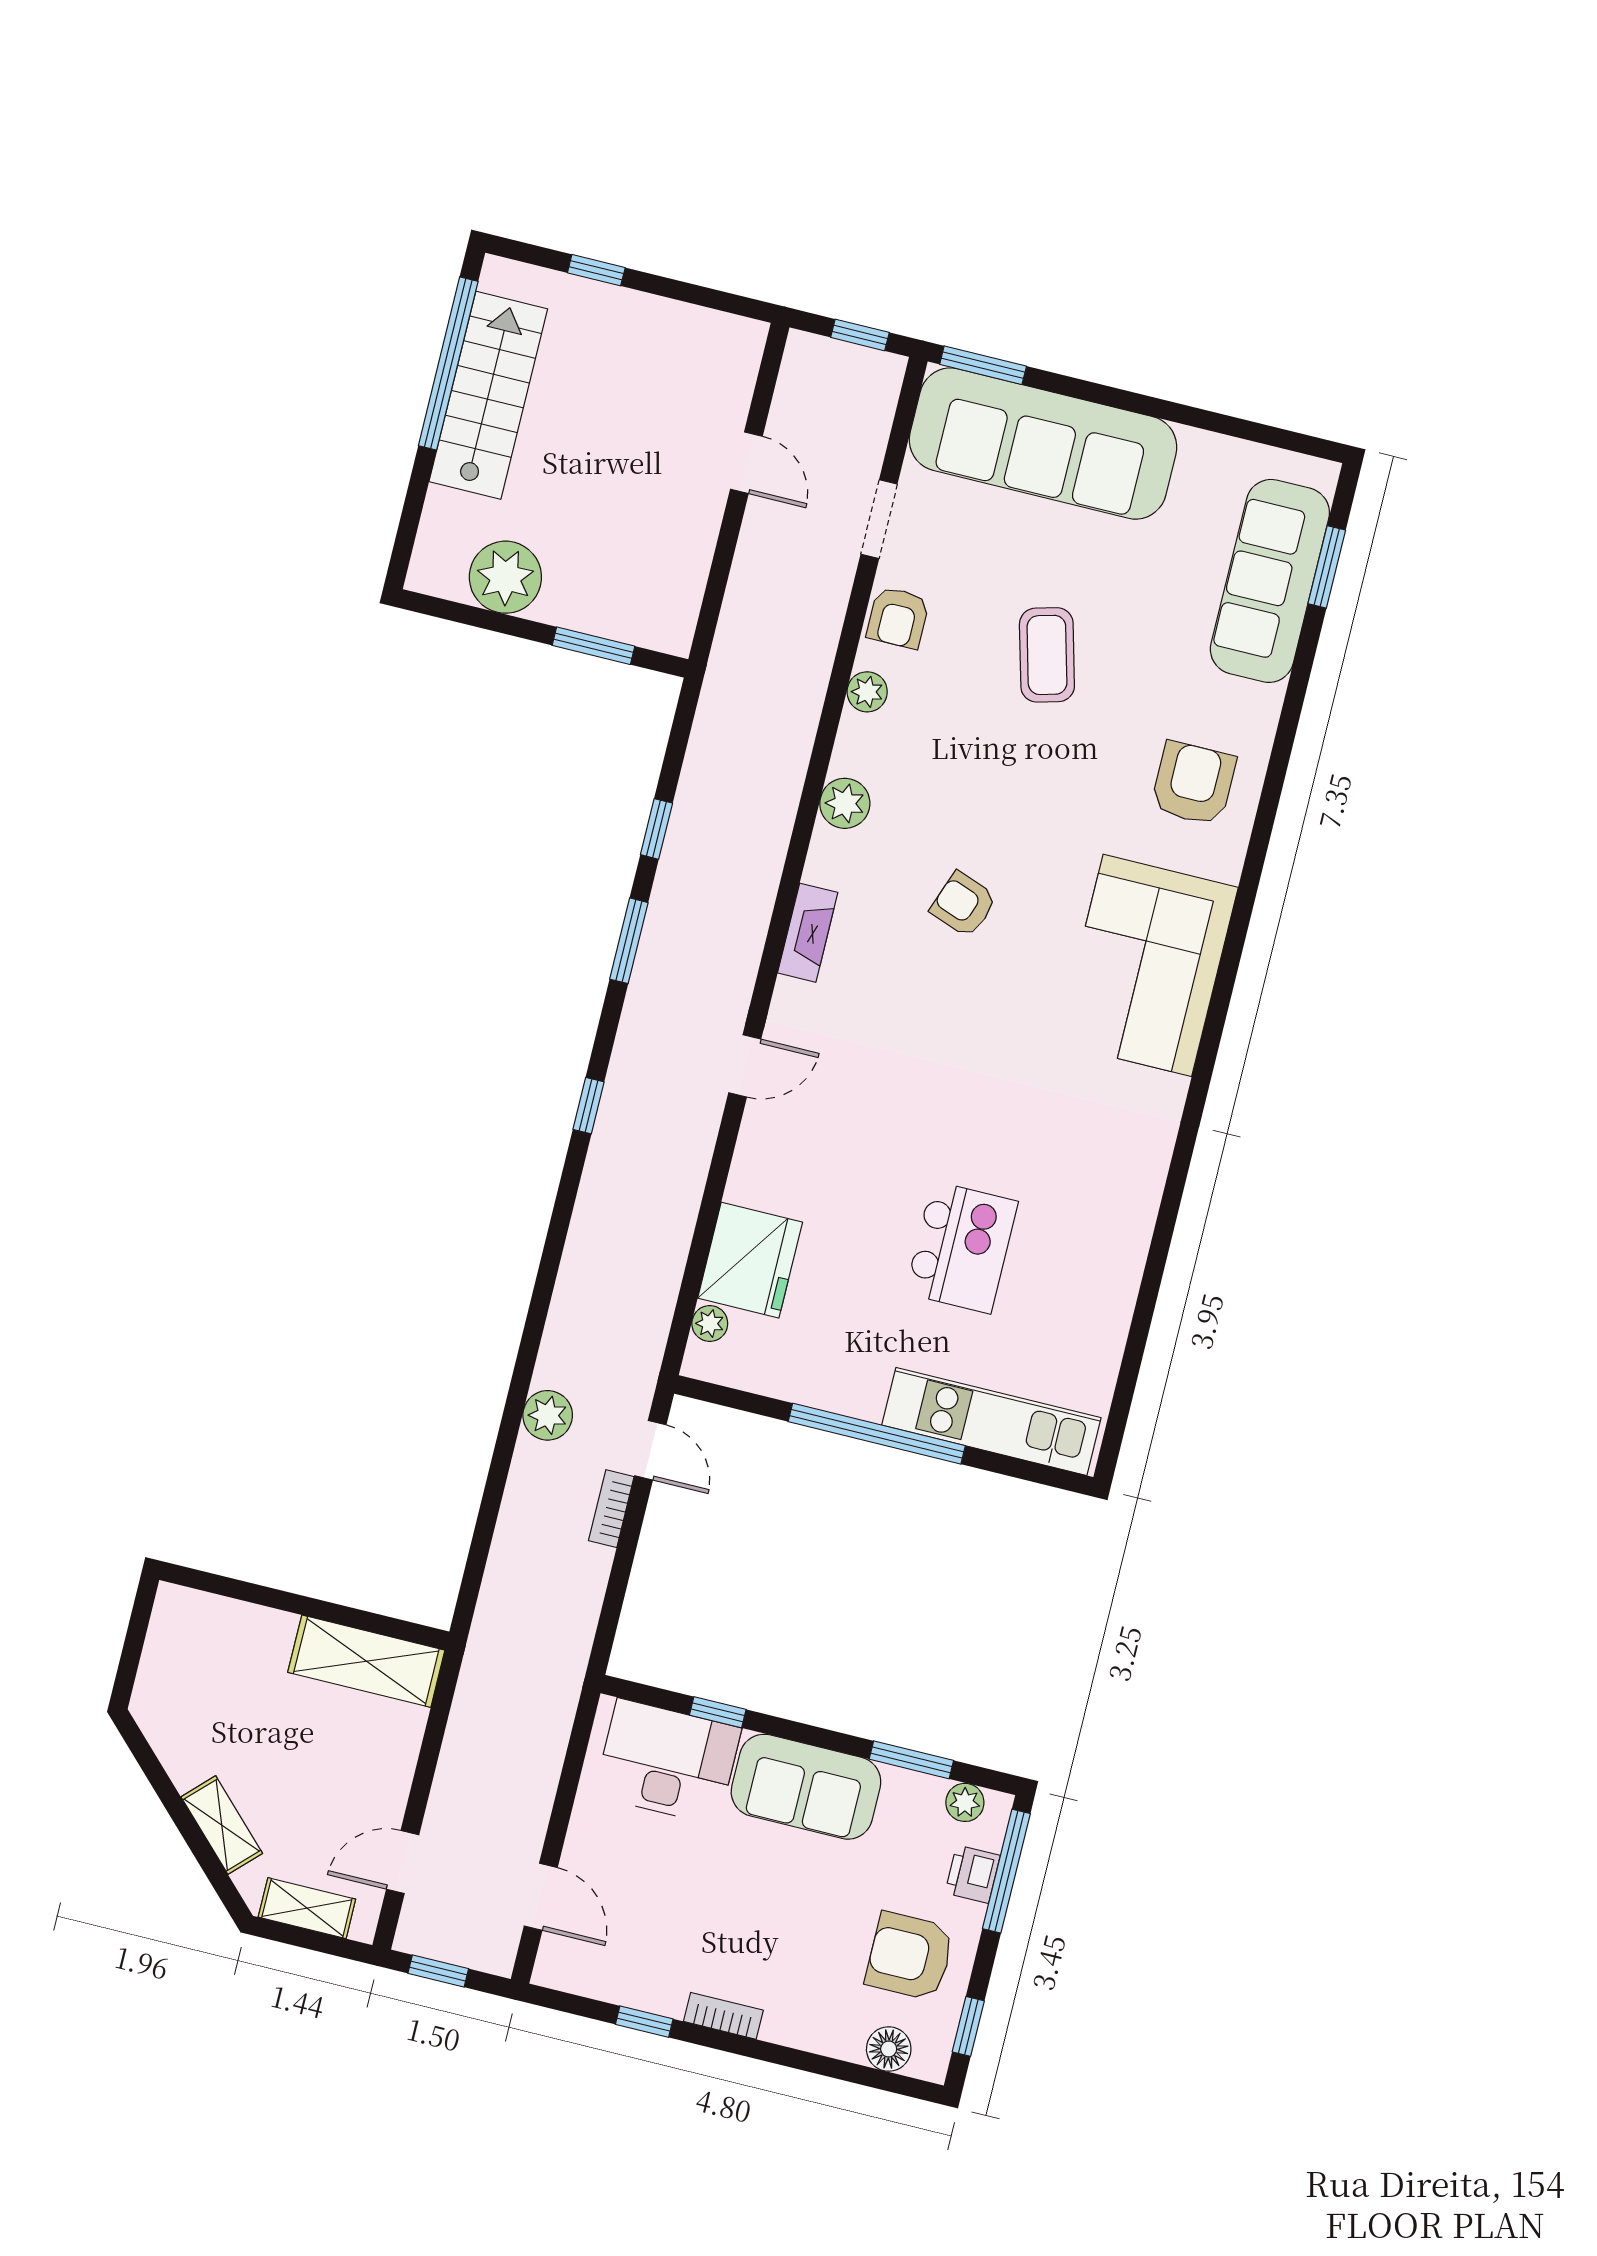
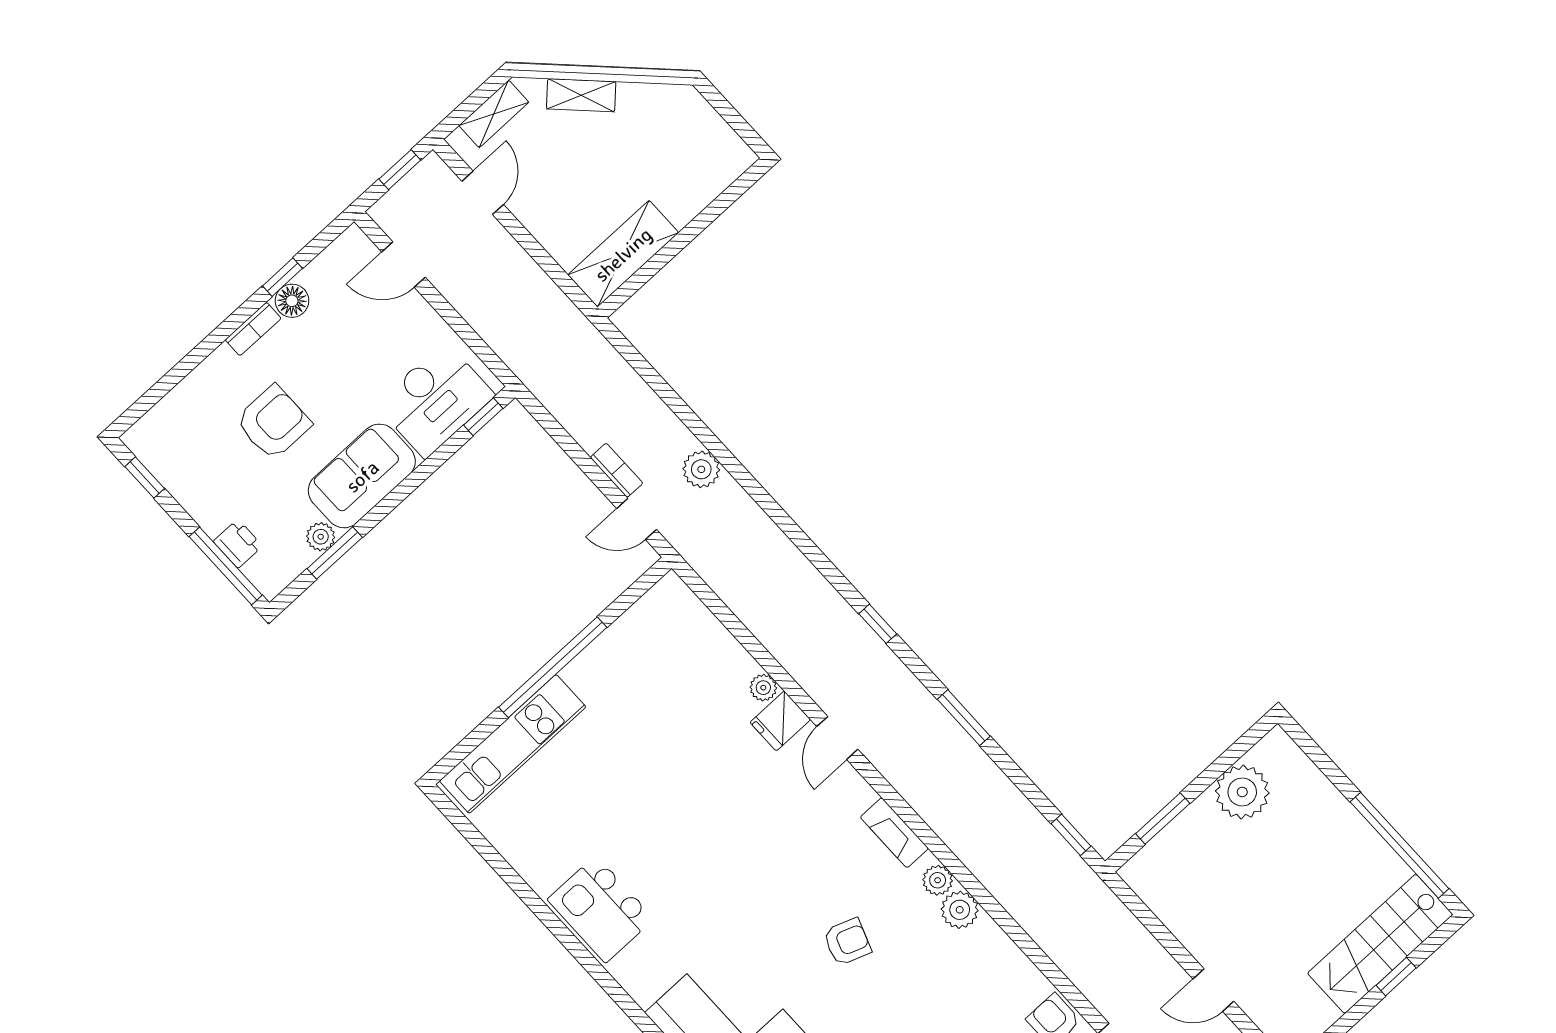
stairs: (488, 395) -> (1380, 944), moved, turned 90
plant: (867, 692) -> (938, 880), moved
window: (656, 829) -> (1071, 835), moved
kitchen island: (962, 1247) -> (601, 909), moved
fridge: (750, 1260) -> (780, 721), moved, width x0.53, depth x0.75
plant: (710, 1323) -> (763, 688), moved
window: (718, 1712) -> (483, 417), moved
plant: (965, 1802) -> (321, 537), moved
armchair: (910, 1956) -> (273, 422), moved
floor lamp: (889, 2049) -> (292, 301), moved

